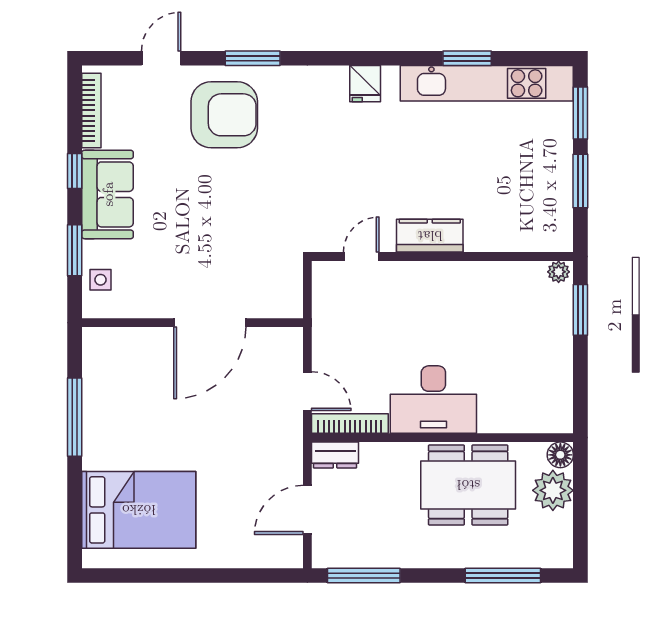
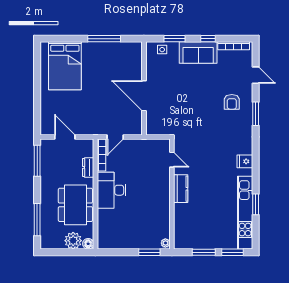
armchair: (224, 115) -> (232, 102), width x0.53, depth x0.53
dresser: (335, 455) -> (88, 167), moved

